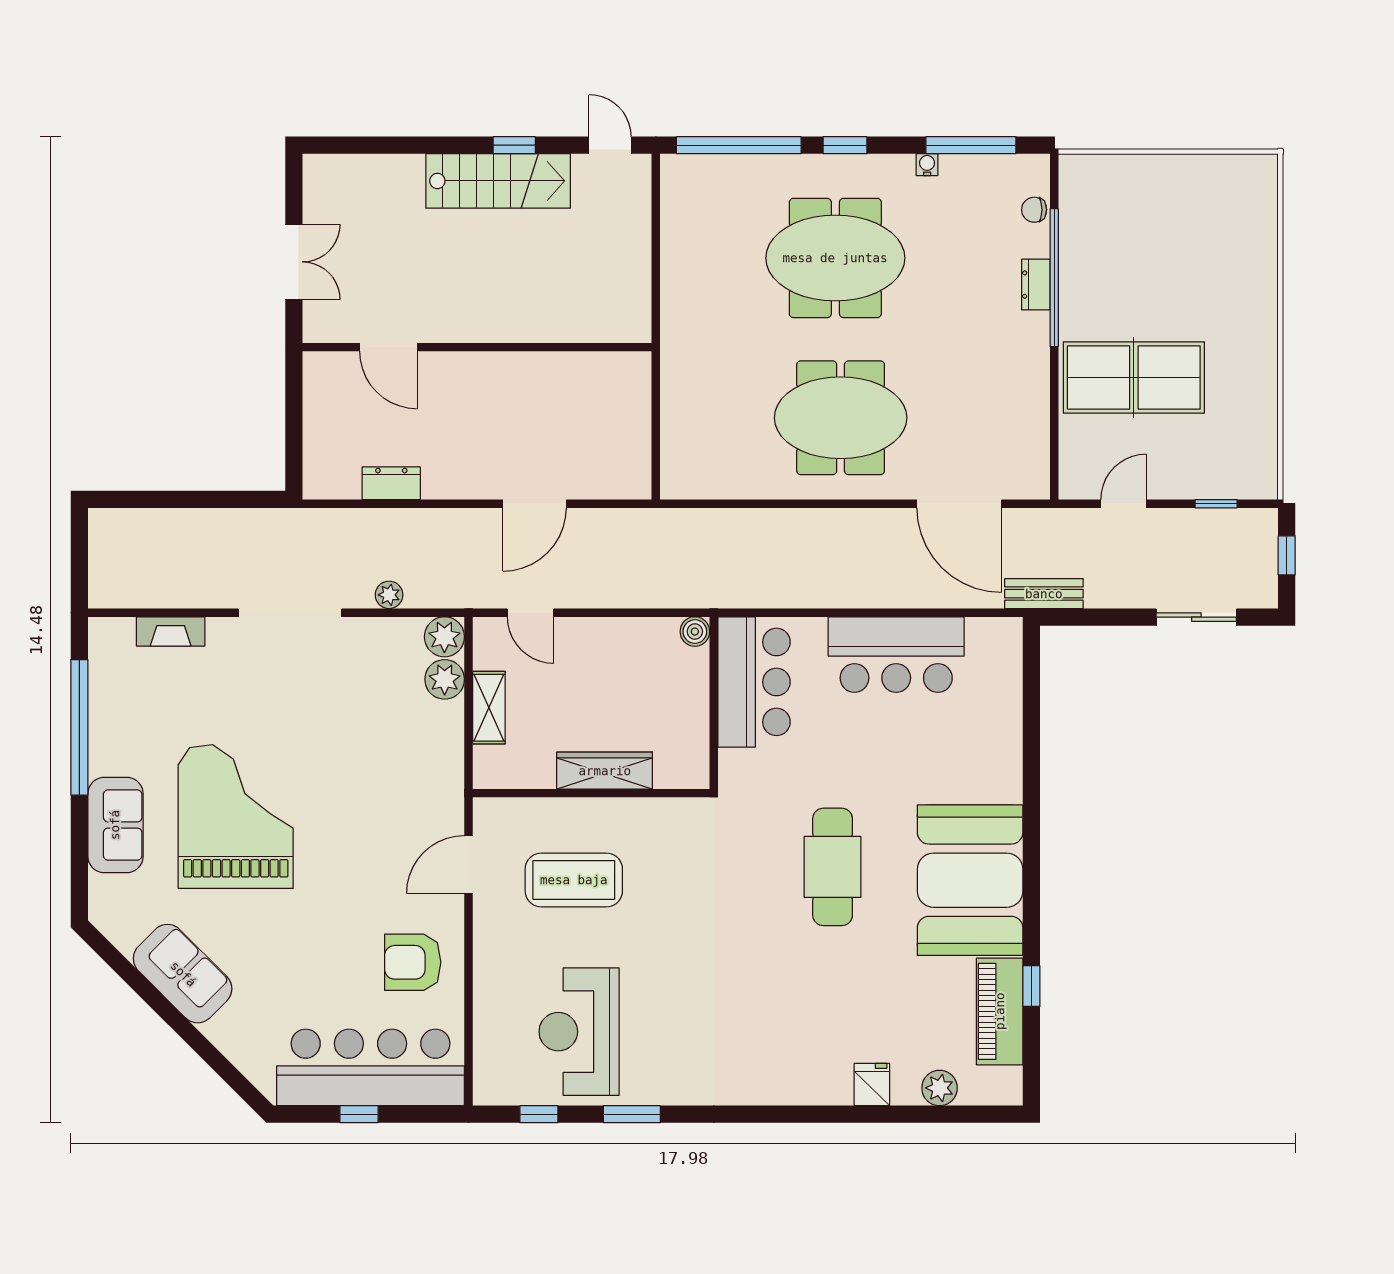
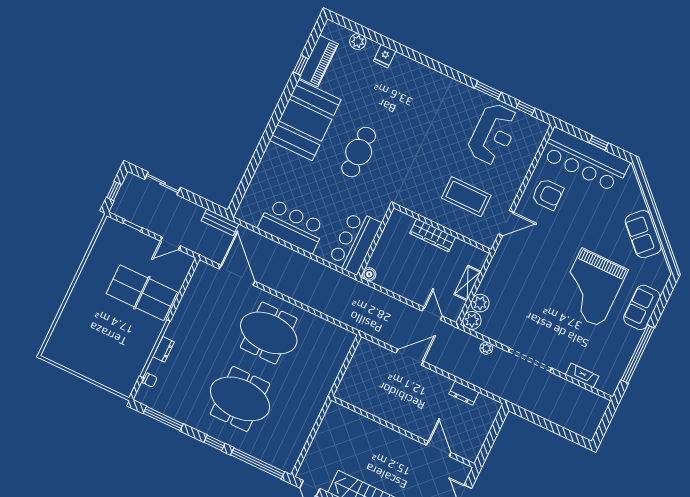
water cooler: (927, 165) -> (185, 419), removed

